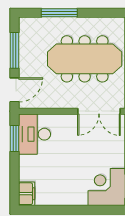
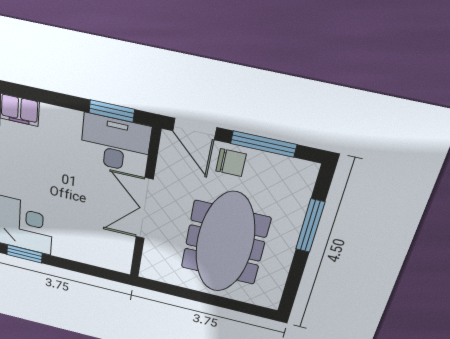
chair: (30, 66) -> (231, 163), added
double door: (99, 111) -> (144, 209), moved

